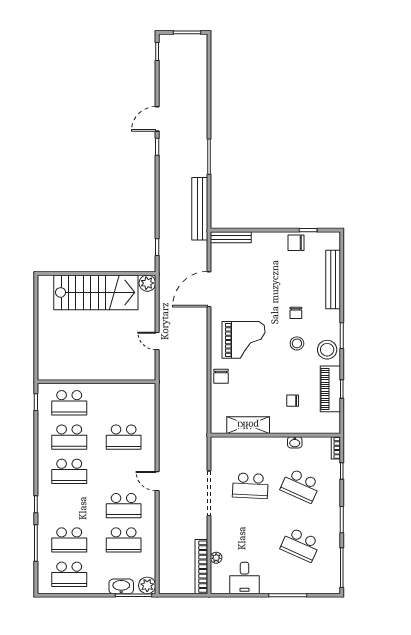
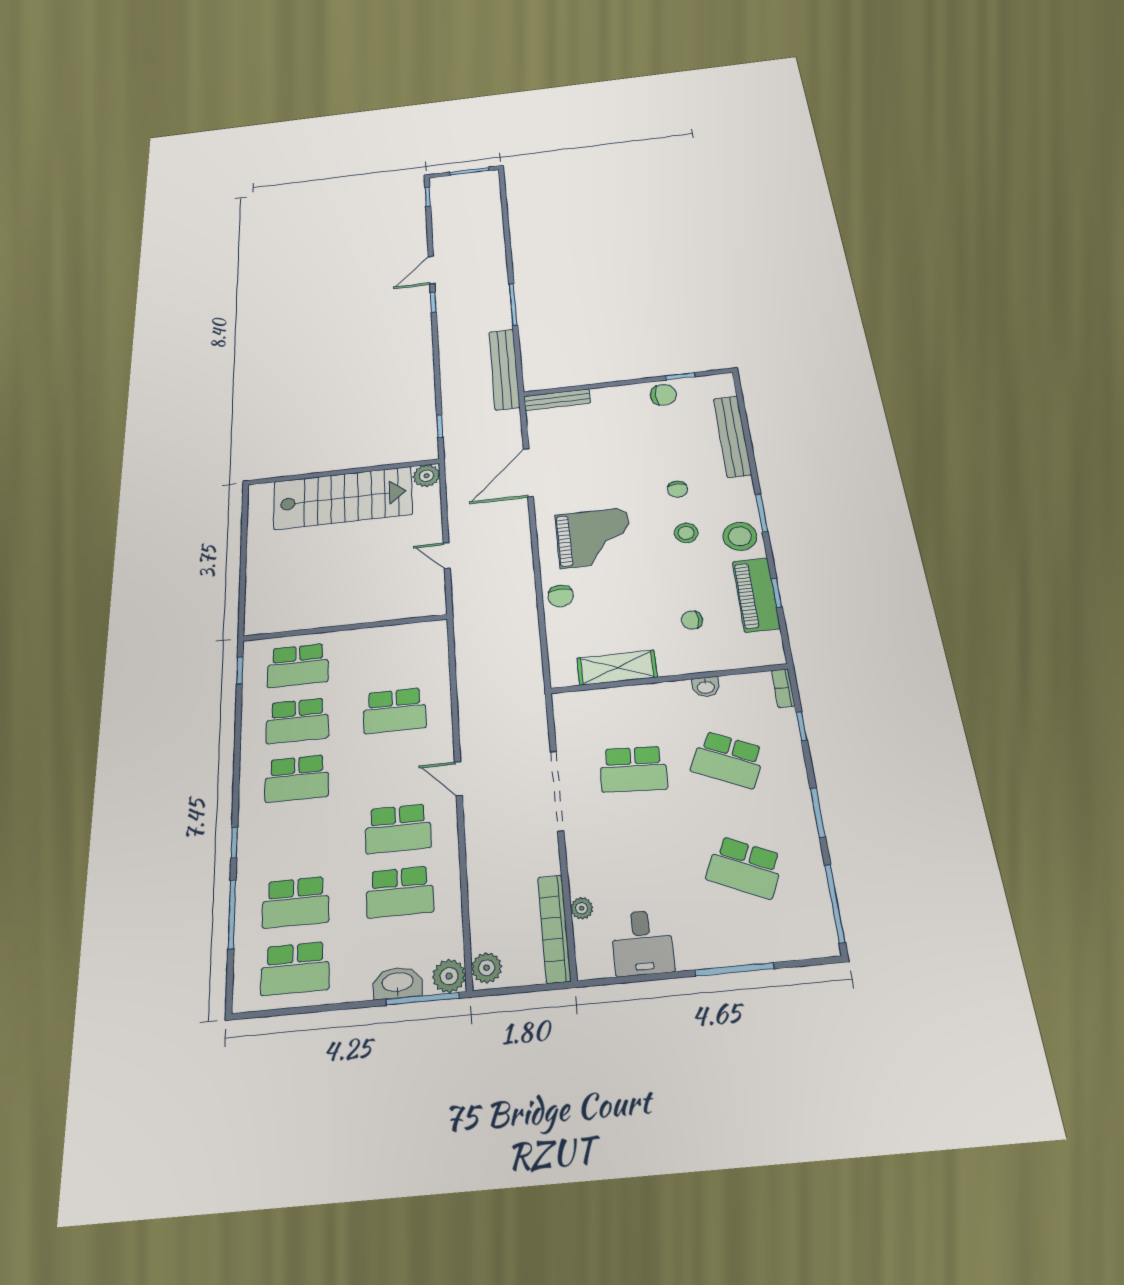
chair: (296, 243) -> (663, 395), turned 180
plant: (166, 583) -> (487, 968), added

